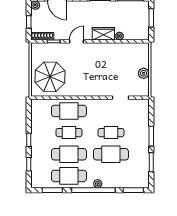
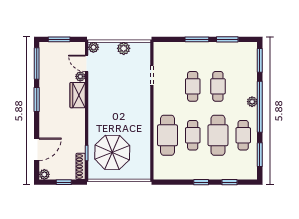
door: (76, 41) -> (87, 63), moved
plant: (144, 47) -> (93, 47), added
parasol: (50, 77) -> (112, 152), moved
cafe table: (111, 154) -> (218, 86), width x0.73, depth x0.74
cafe table: (69, 176) -> (243, 135), width x0.73, depth x0.74

